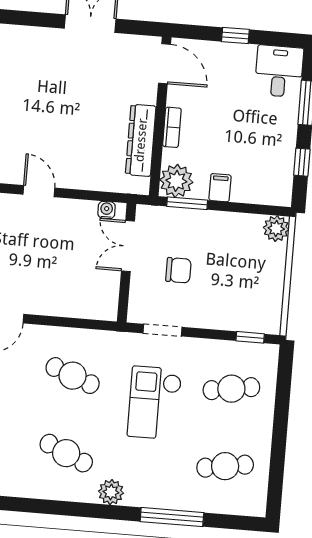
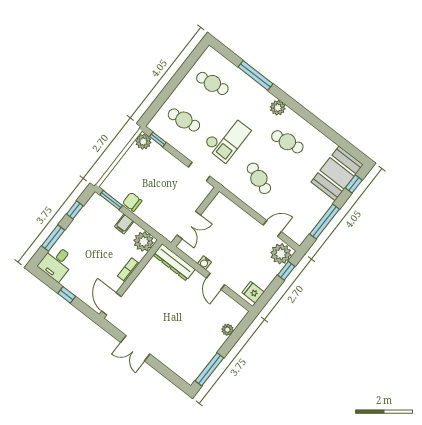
dresser: (141, 140) -> (174, 262), moved, turned 90
window: (187, 203) -> (111, 200), moved
water cooler: (107, 210) -> (204, 263), moved
plant: (276, 229) -> (143, 142), moved
chair: (178, 270) -> (132, 202), moved
cafe table: (66, 453) -> (287, 142), turned -33

